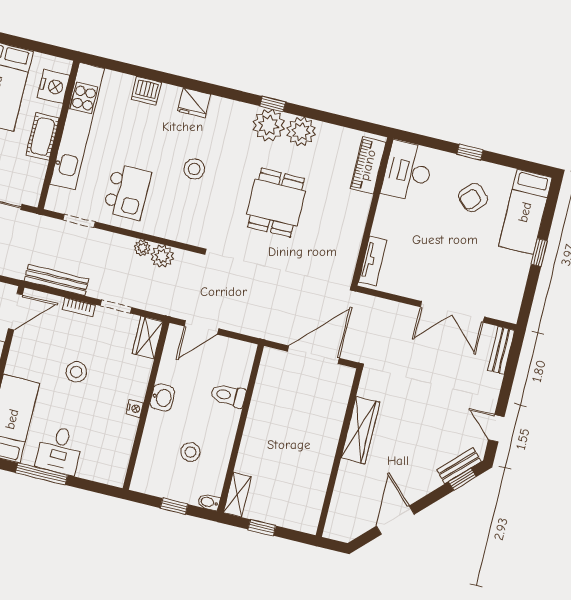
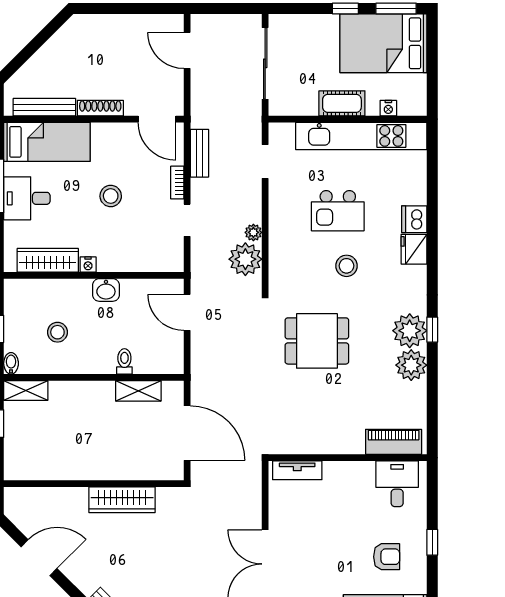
nightstand: (53, 86) -> (388, 108), width x0.53, depth x0.56
dishwasher: (146, 91) -> (414, 219), moved
desk: (408, 171) -> (397, 484), width x0.73
kitchen island: (127, 192) -> (338, 211), moved
armchair: (473, 198) -> (387, 557), turned 137
dining table: (276, 203) -> (317, 341), moved
plant: (162, 256) -> (245, 259), width x1.36, depth x1.36
bench: (57, 280) -> (199, 153), width x0.73
wardrobe: (148, 338) -> (48, 260), moved, width x1.50
shelving: (263, 390) -> (138, 391), added
toilet: (228, 395) -> (124, 361), width x0.73, depth x0.72

